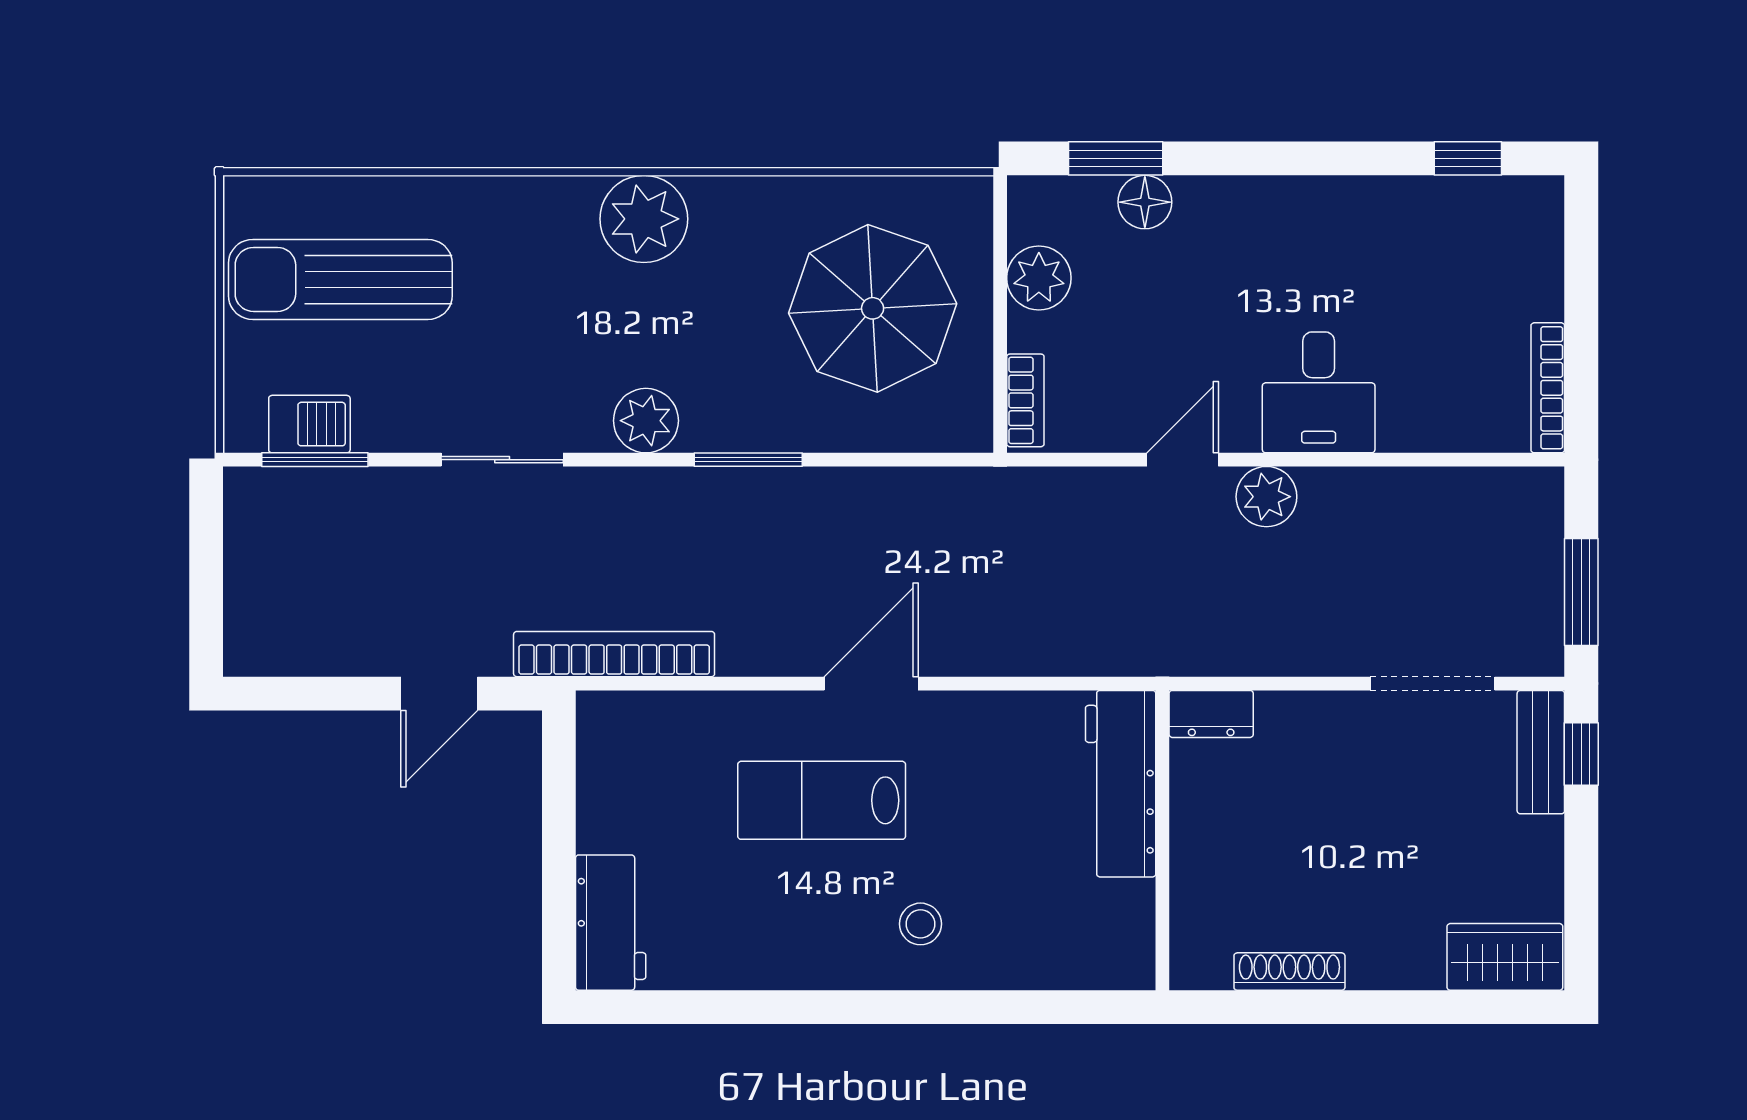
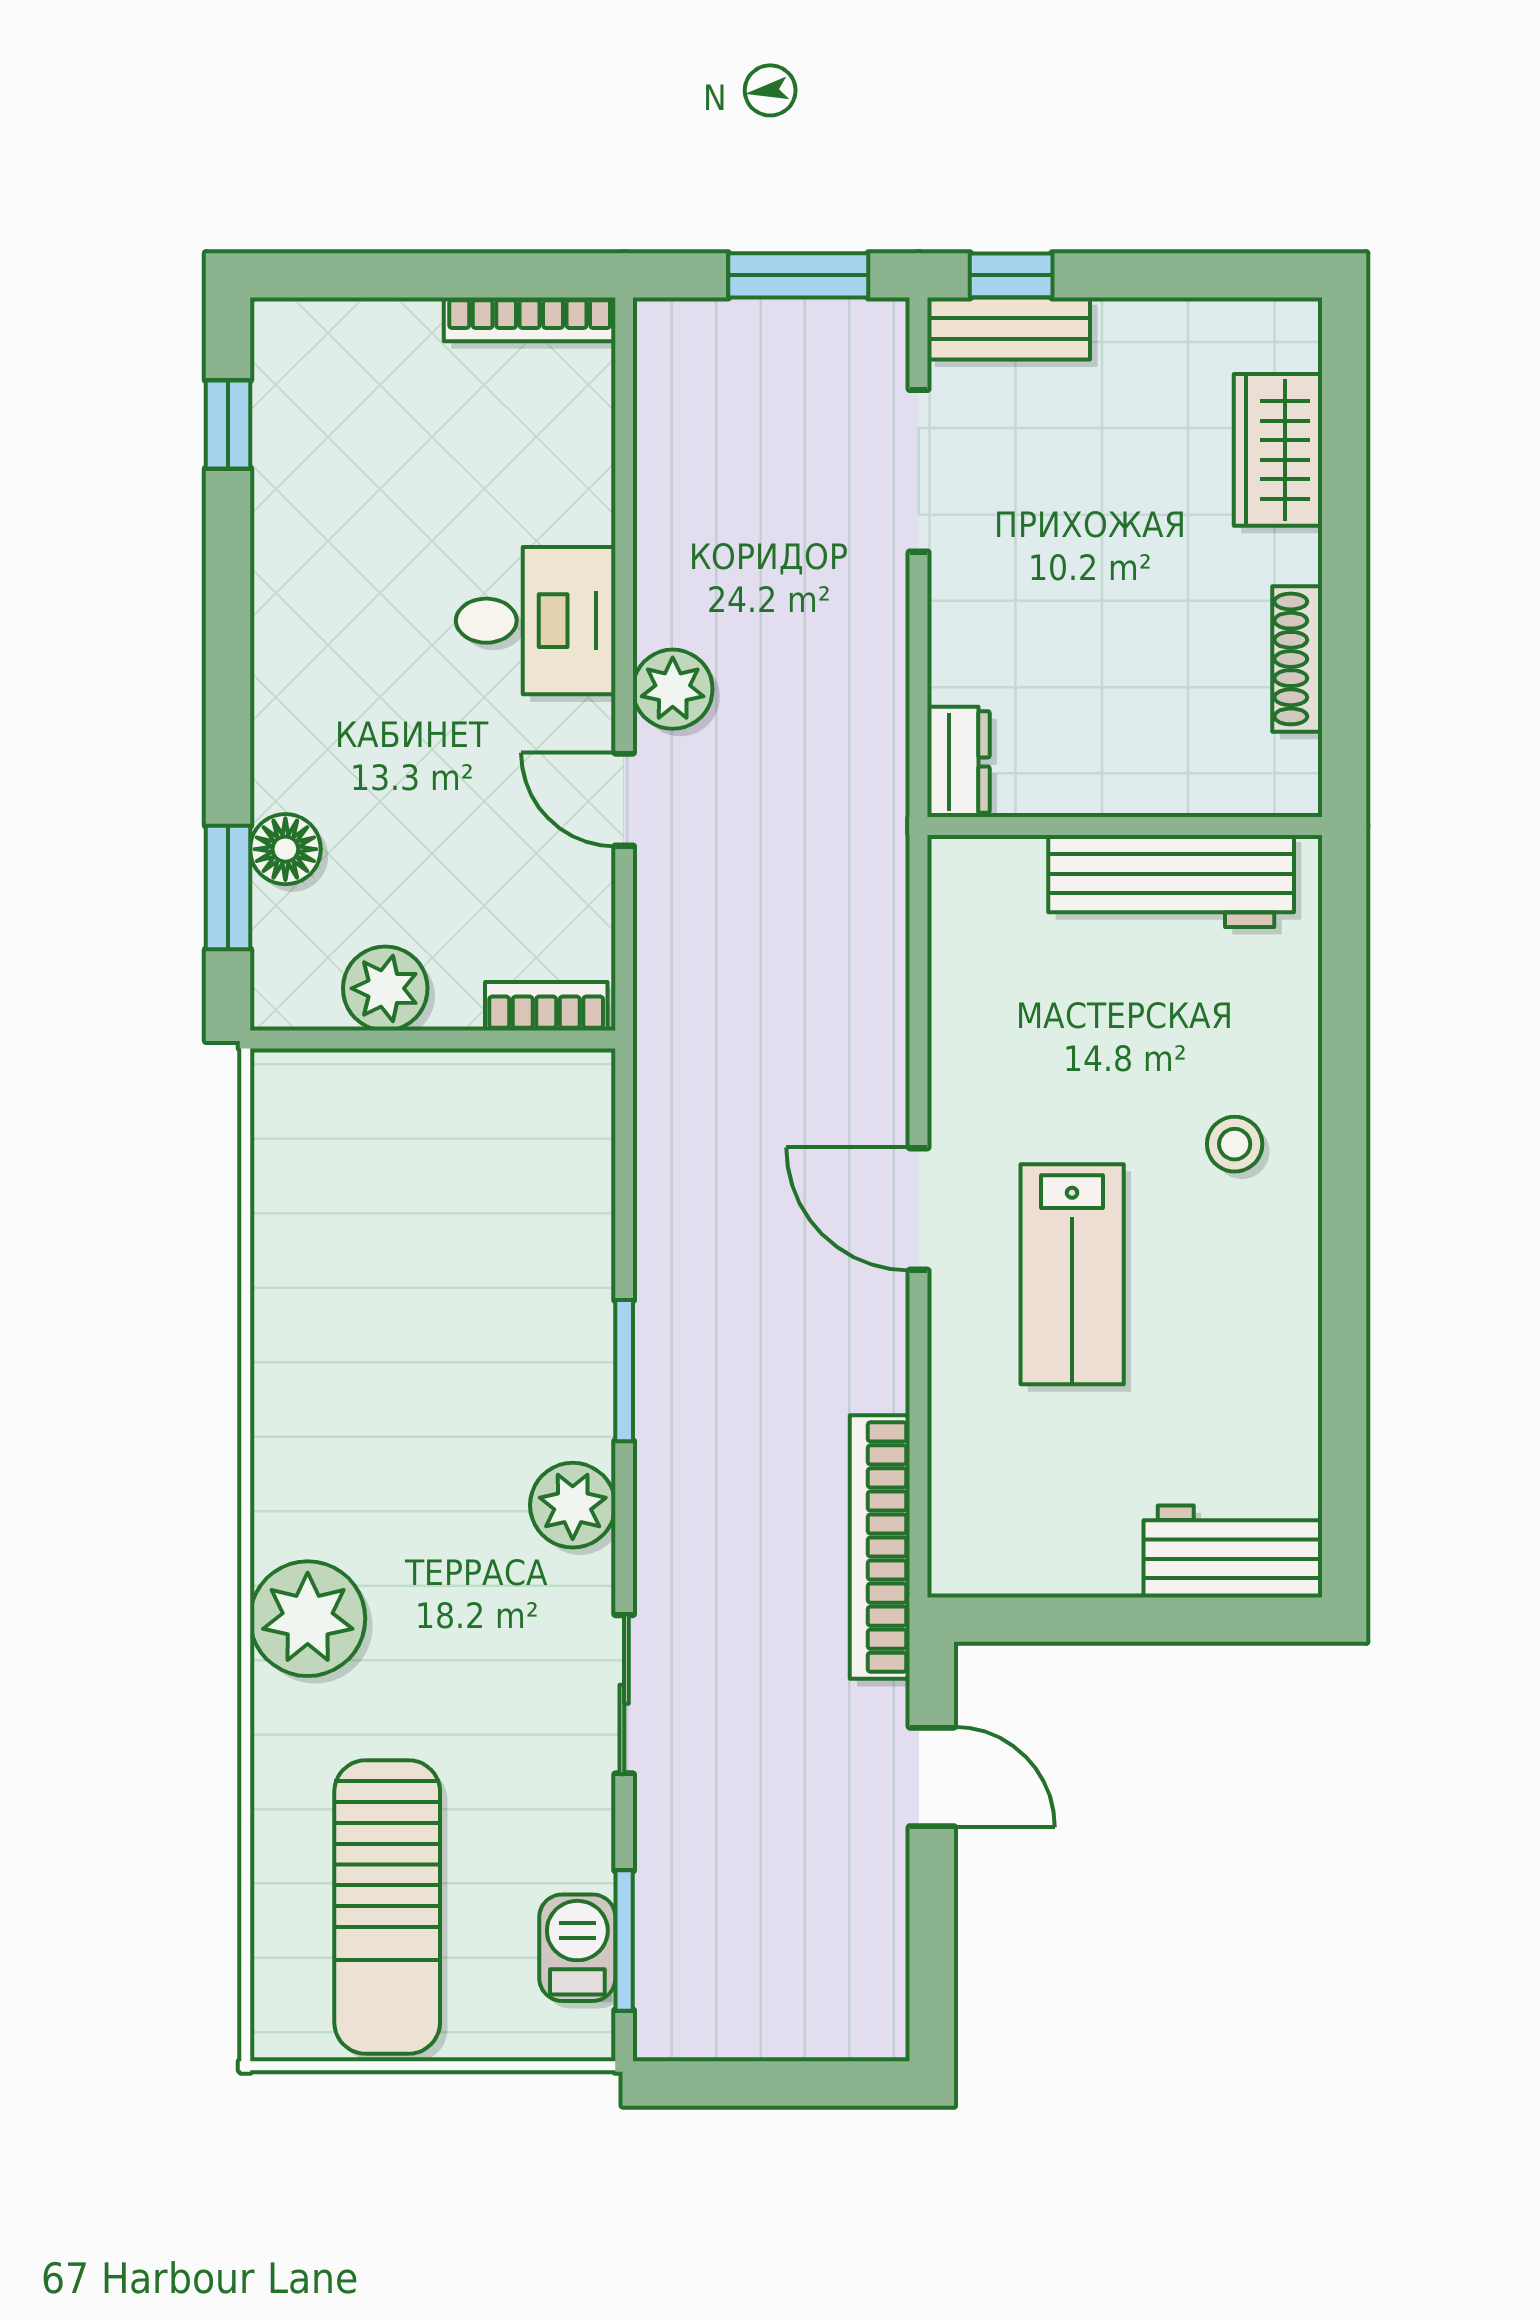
plant: (644, 219) -> (308, 1619), moved
parasol: (873, 308) -> (425, 1207), removed
workbench: (1121, 784) -> (1171, 881), moved
wardrobe: (1505, 957) -> (1278, 450), moved

